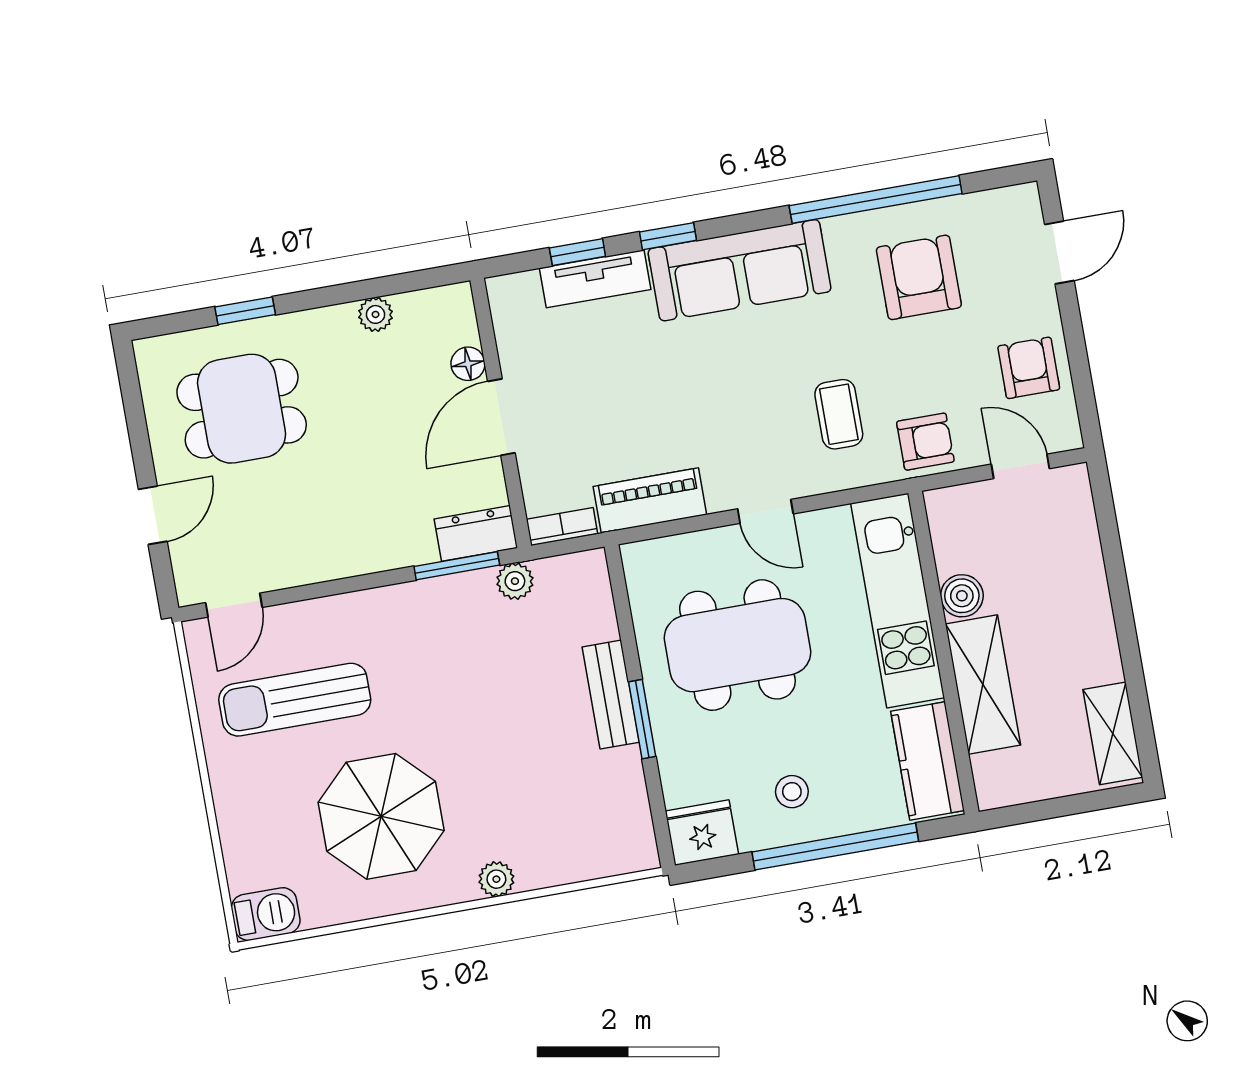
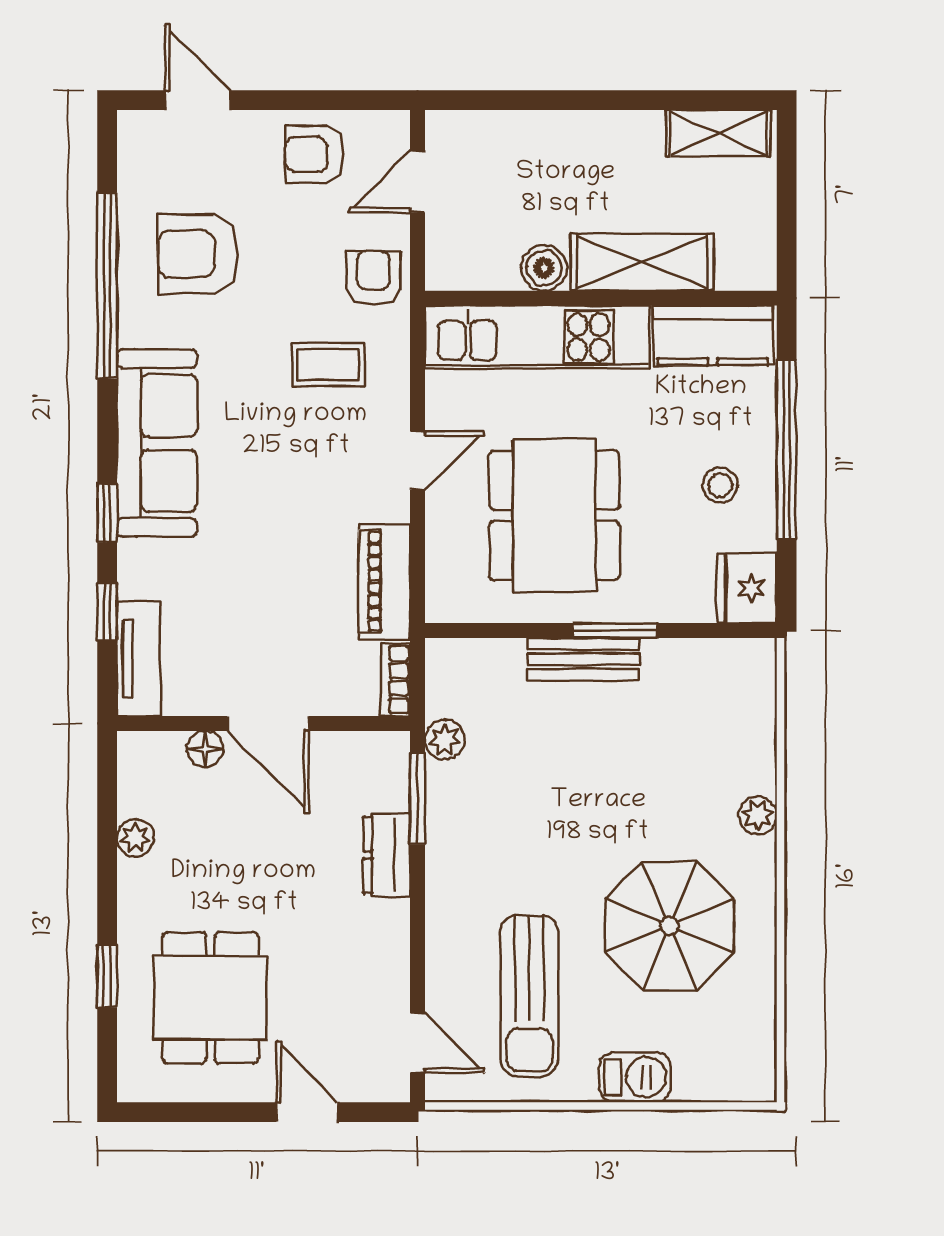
tv unit: (595, 279) -> (139, 659), moved
dresser: (476, 533) -> (387, 855), moved
barbecue: (266, 914) -> (635, 1077), moved, turned 90

